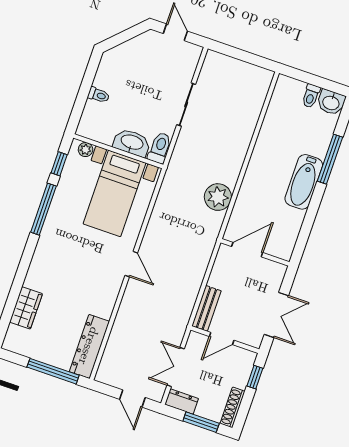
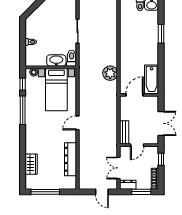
window: (330, 159) -> (161, 34), width x0.69
bathtub: (304, 182) -> (152, 79), moved
door: (131, 264) -> (78, 123), swing flipped
dresser: (89, 346) -> (71, 159), moved
window: (53, 371) -> (45, 192), moved

